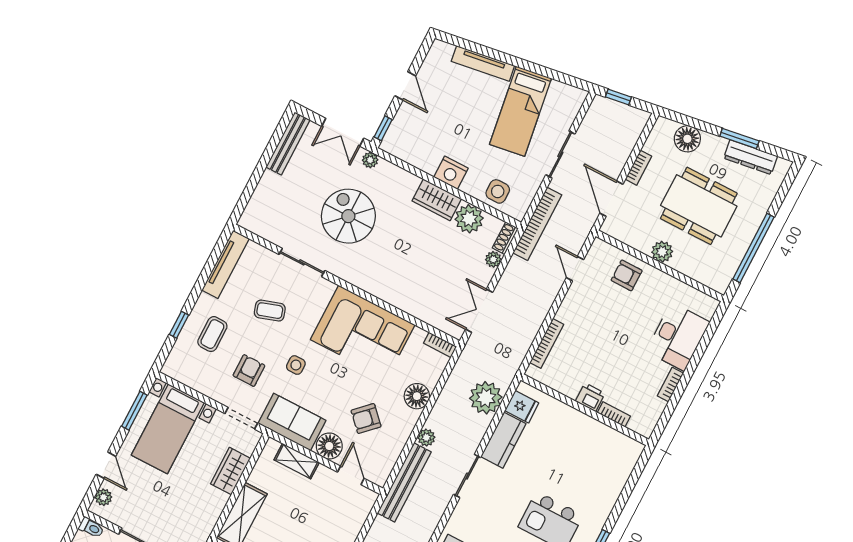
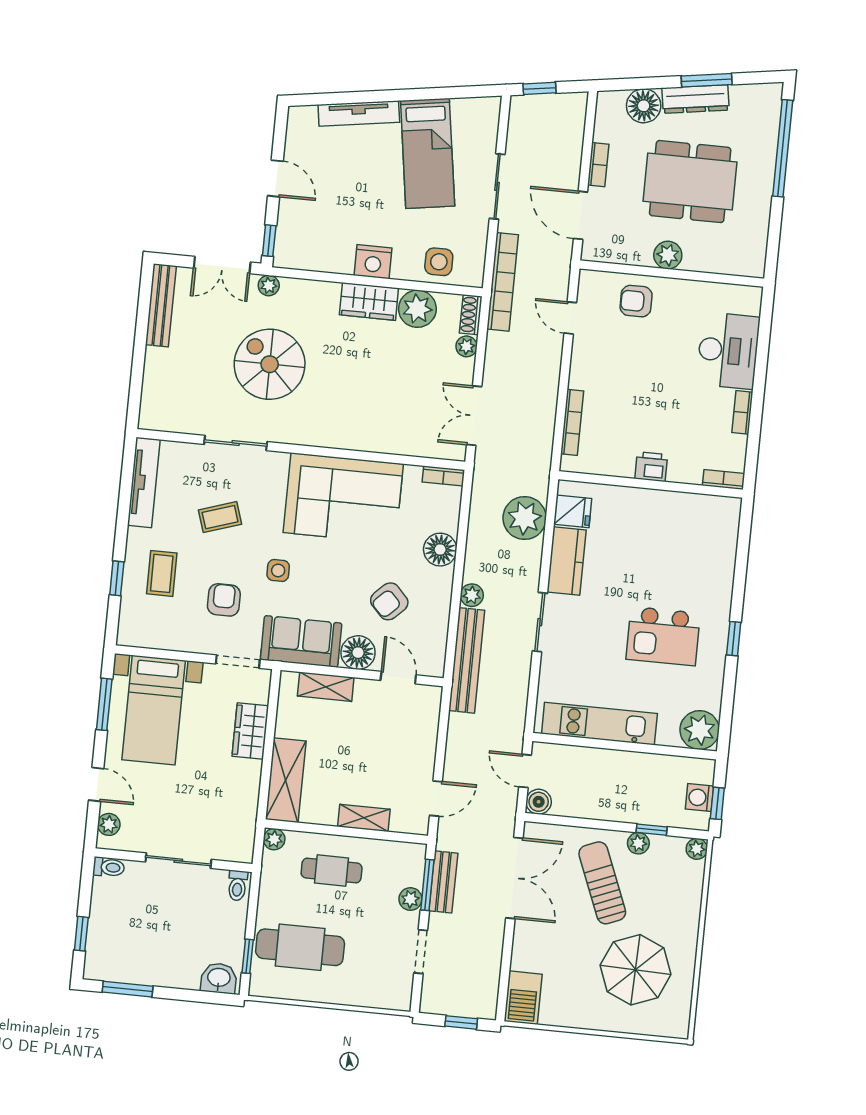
dresser: (751, 157) -> (695, 99), moved
window: (753, 248) -> (783, 148), moved
bookcase: (614, 414) -> (724, 479), moved

